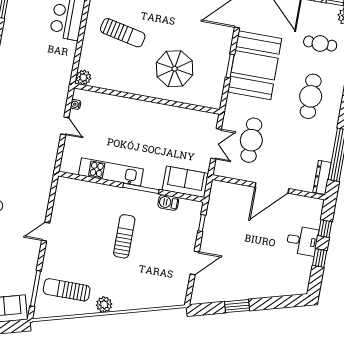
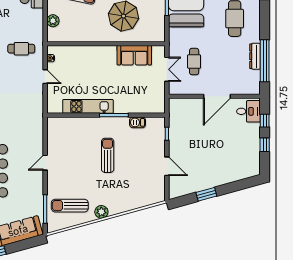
plant: (83, 77) -> (53, 21), moved
cafe table: (42, 86) -> (21, 49), added
cafe table: (251, 140) -> (194, 61), width x0.73, depth x0.74
dresser: (322, 177) -> (255, 56), moved
sofa: (185, 182) -> (134, 55), moved, turned 180
desk: (302, 241) -> (248, 111), moved
door: (195, 263) -> (167, 166), hinge flipped

